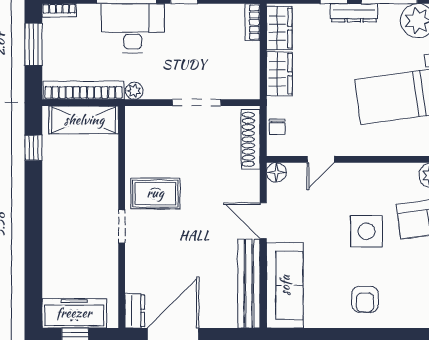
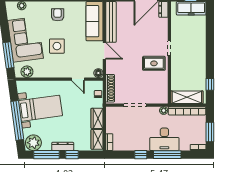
door: (321, 159) -> (78, 79), swing flipped

